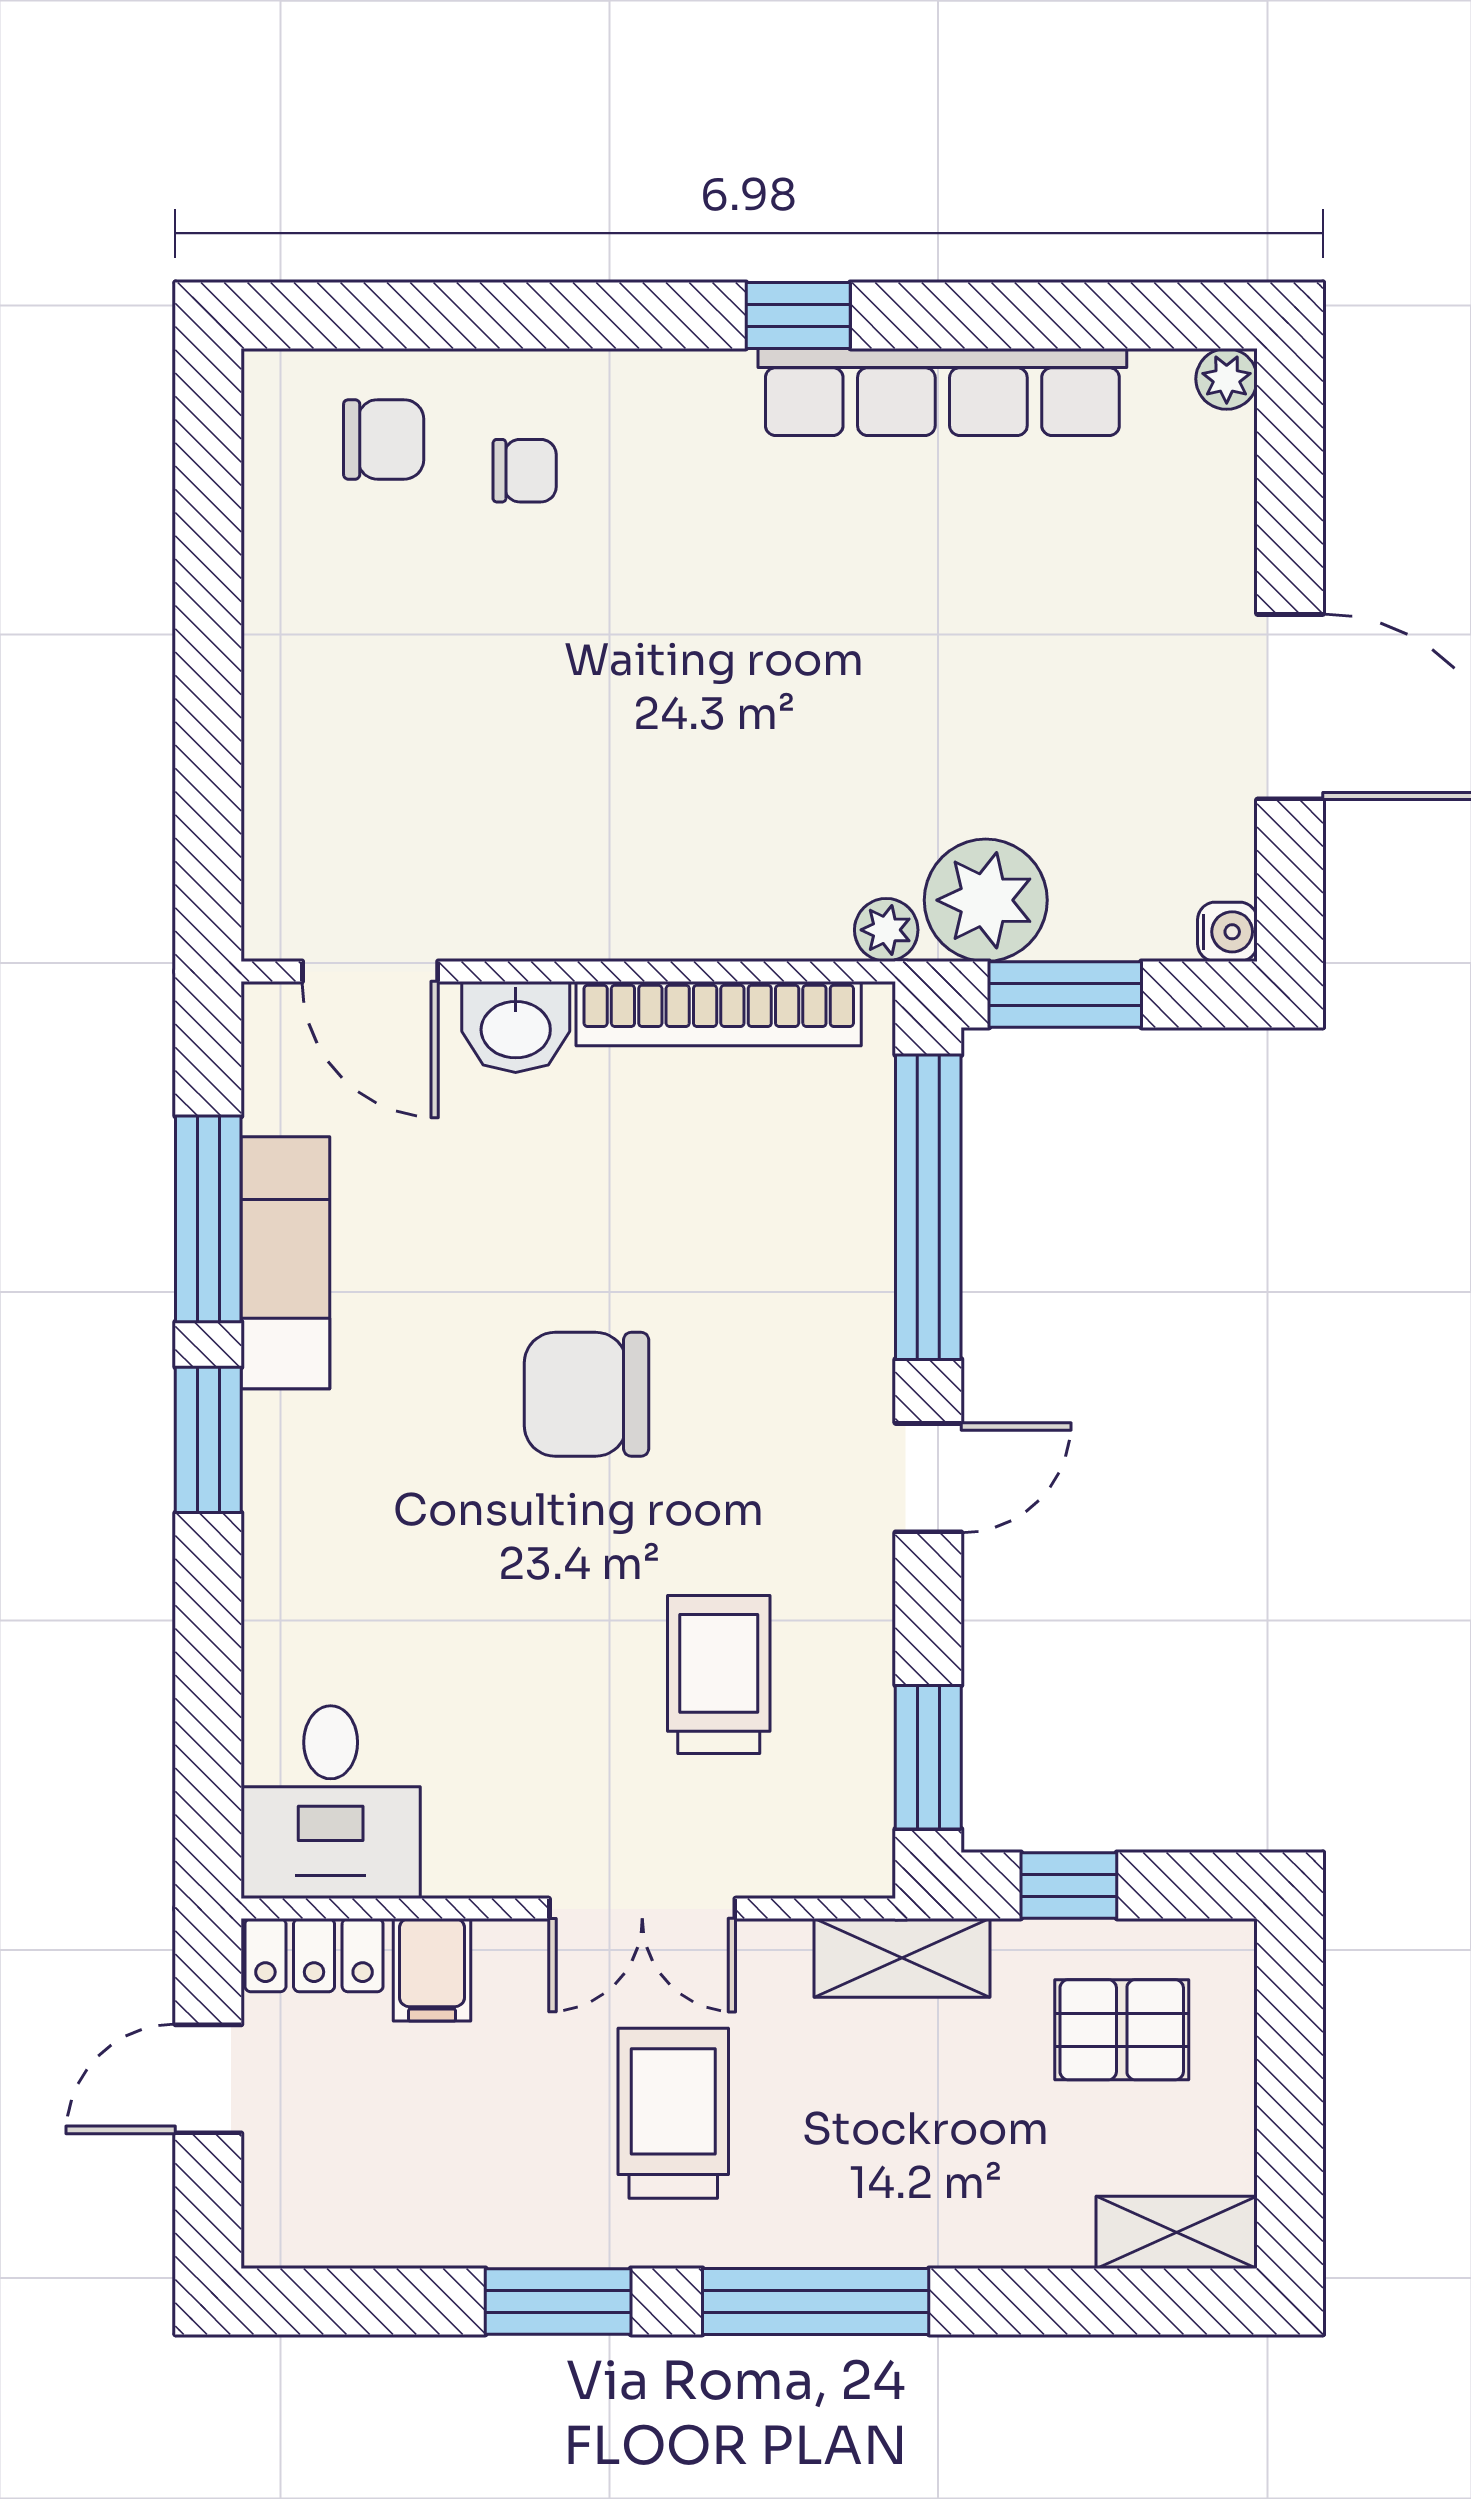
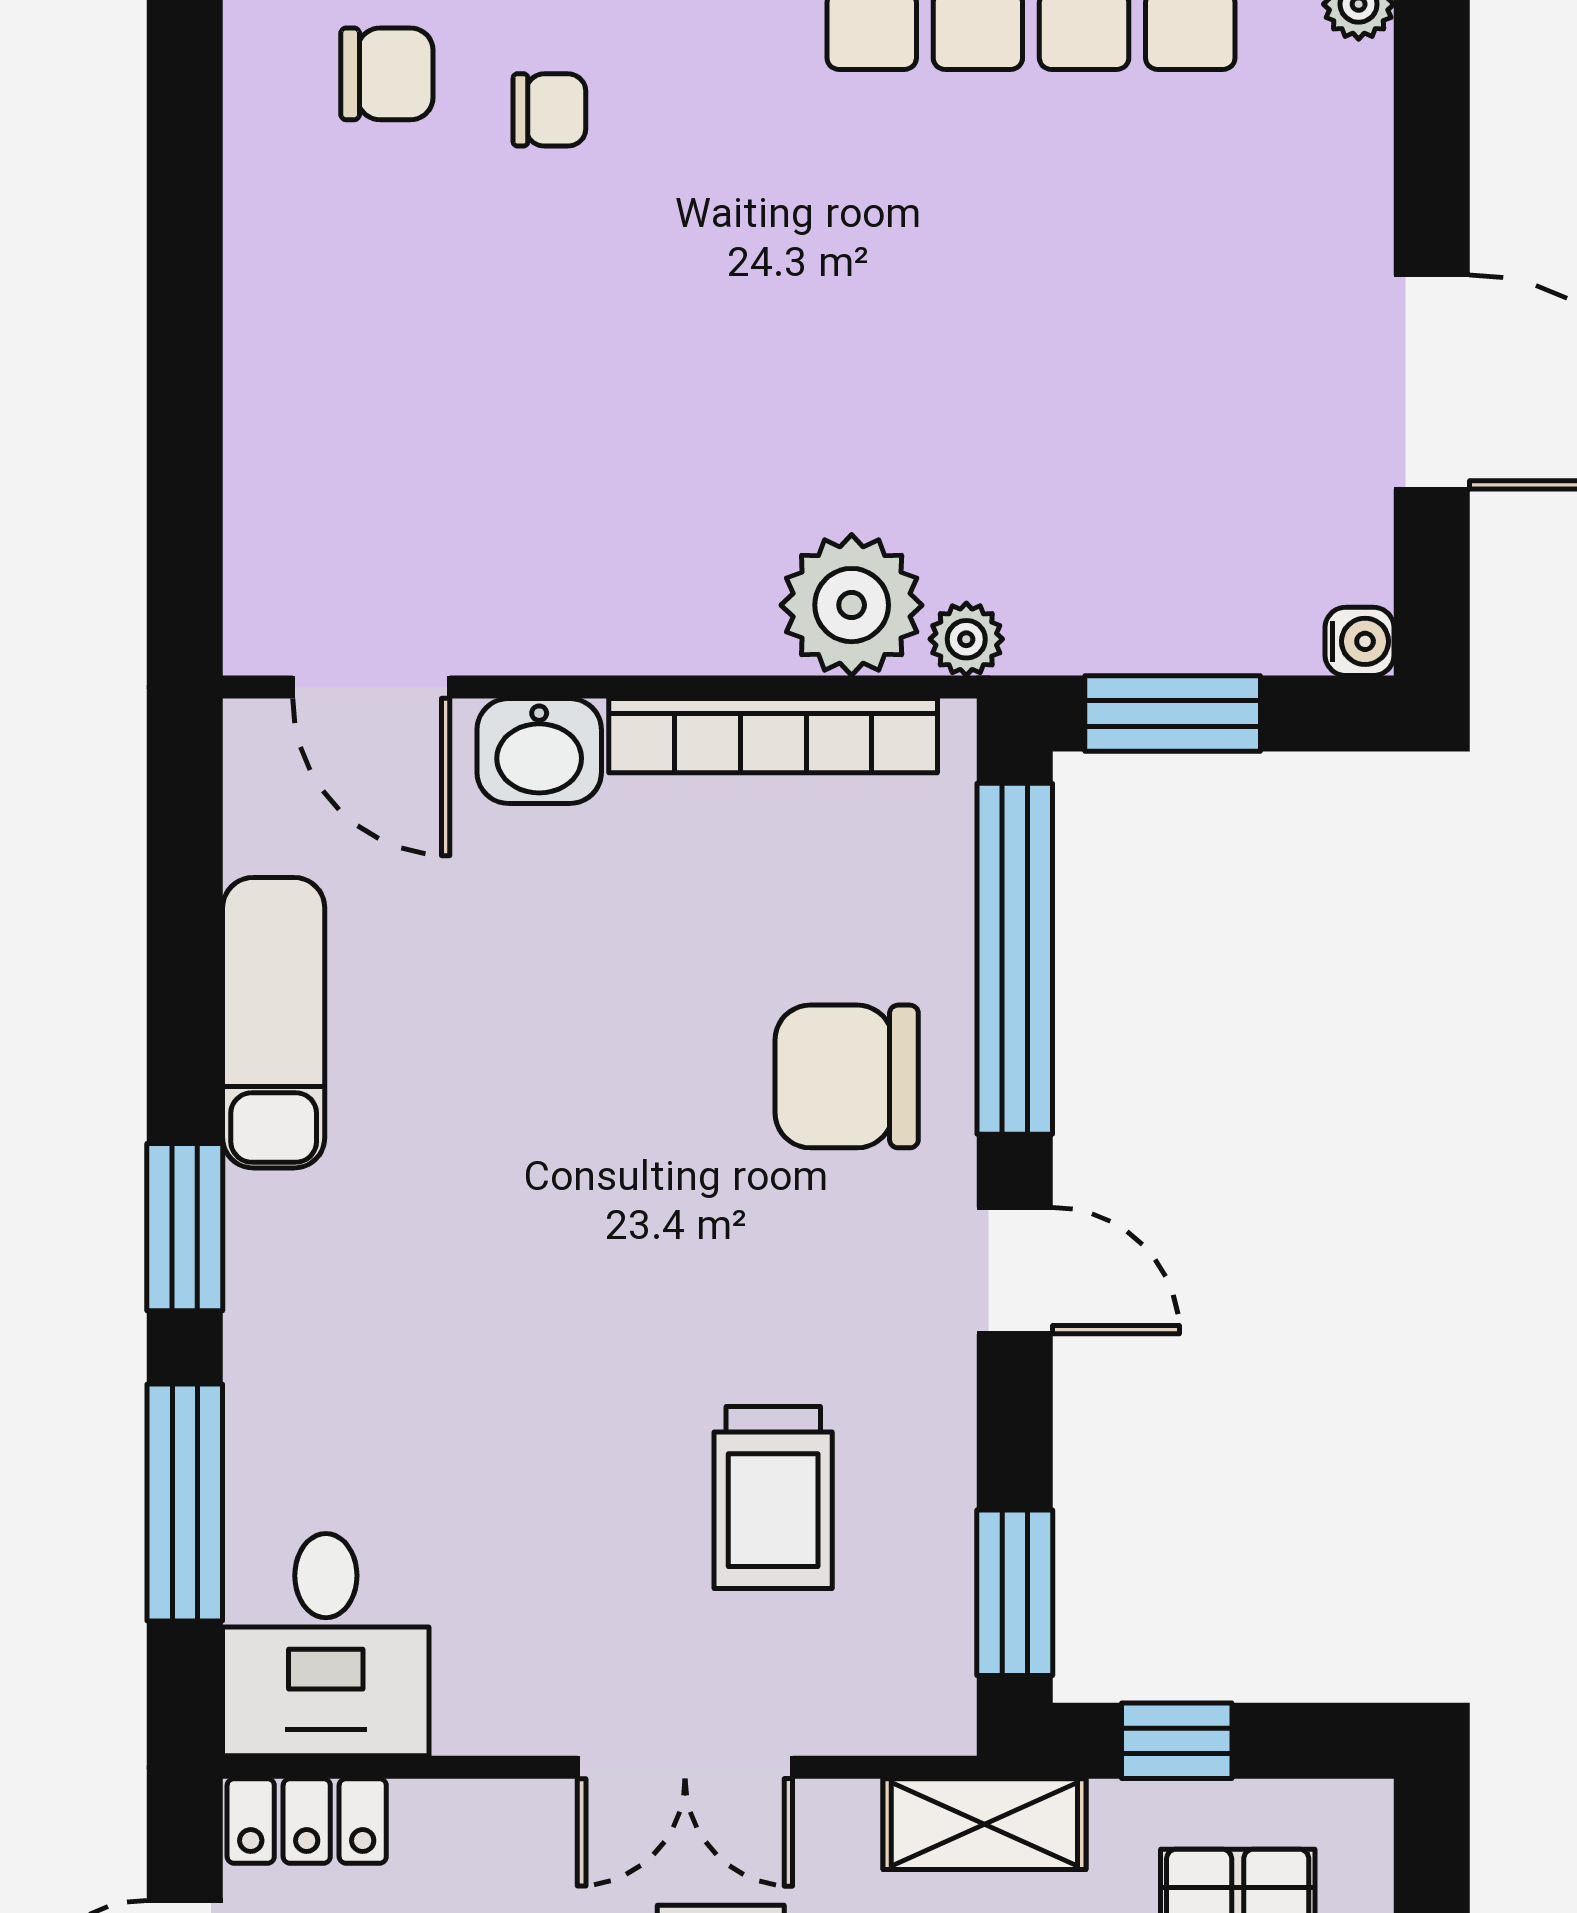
plant: (986, 900) -> (852, 605), moved
window: (208, 1219) -> (185, 1502), moved
chair: (586, 1394) -> (847, 1076), moved
door: (928, 1478) -> (1015, 1271), hinge flipped
trolley: (719, 1674) -> (773, 1497), turned 180
filing cabinet: (432, 1970) -> (443, 1838), removed

